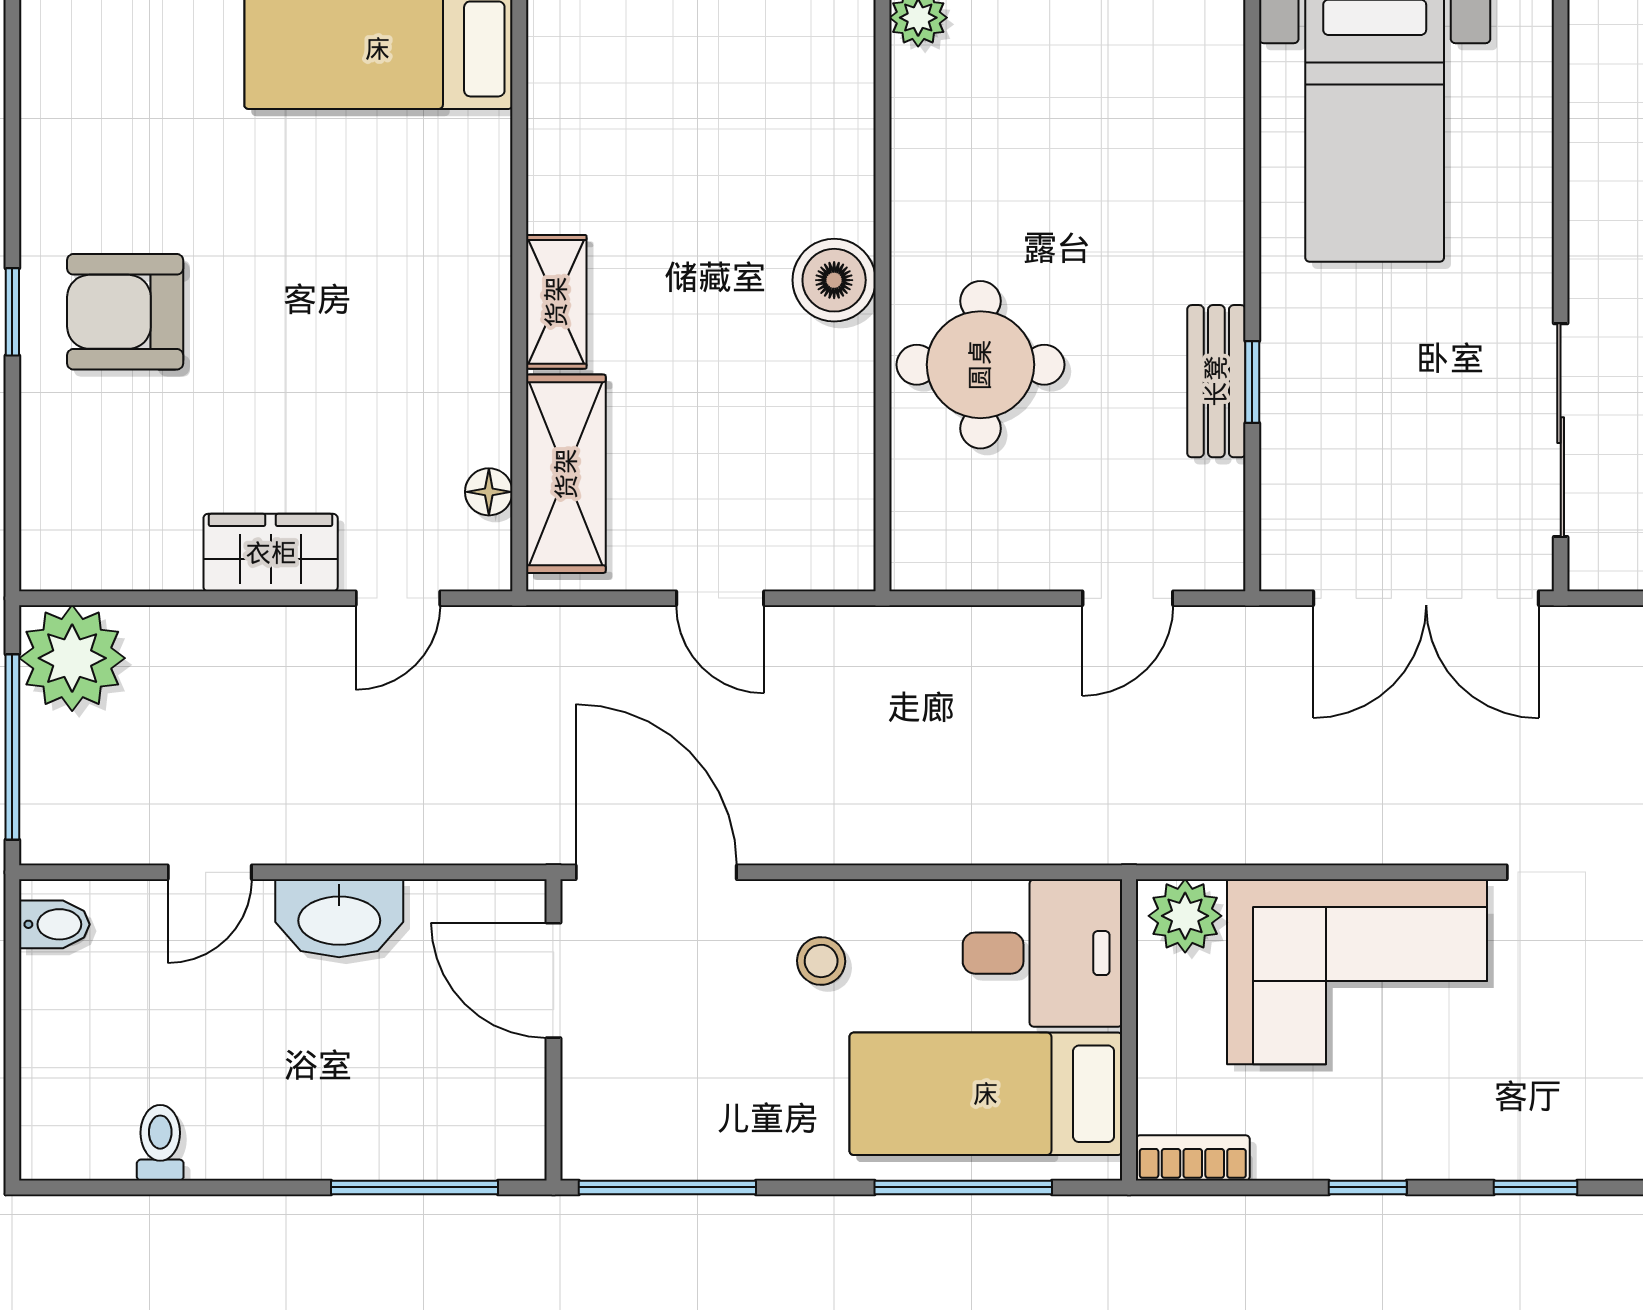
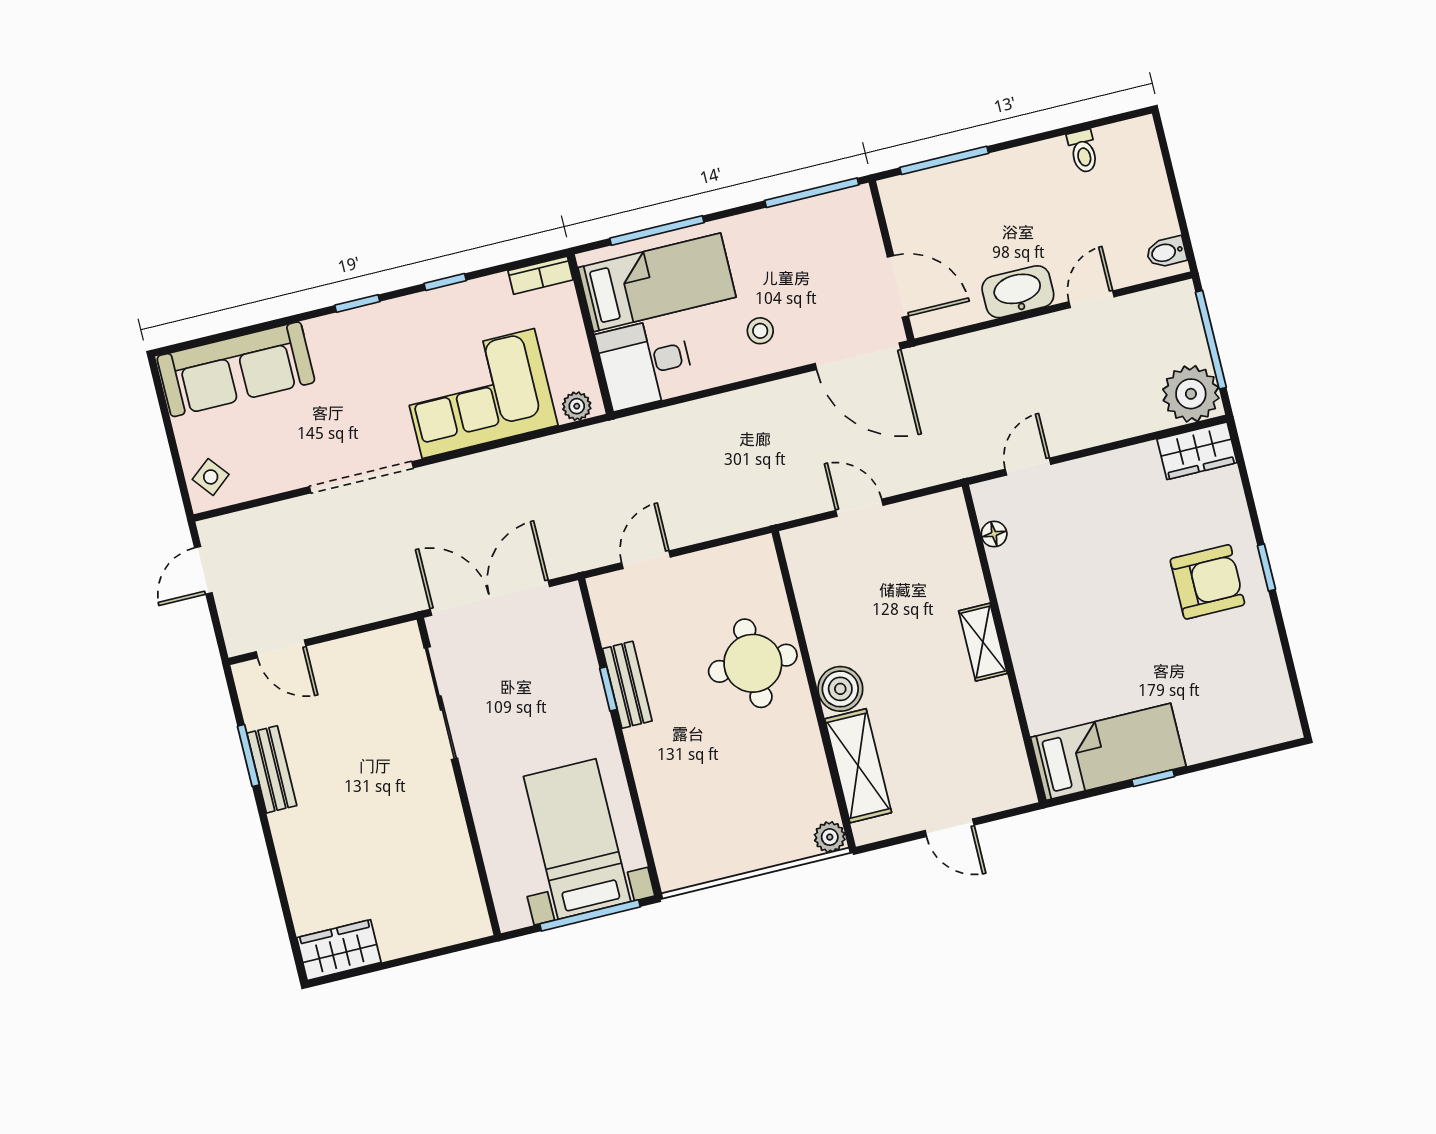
shelving: (566, 474) -> (858, 766), moved
wardrobe: (271, 553) -> (1197, 451), moved
plant: (1185, 916) -> (577, 406), width x0.73, depth x0.73

